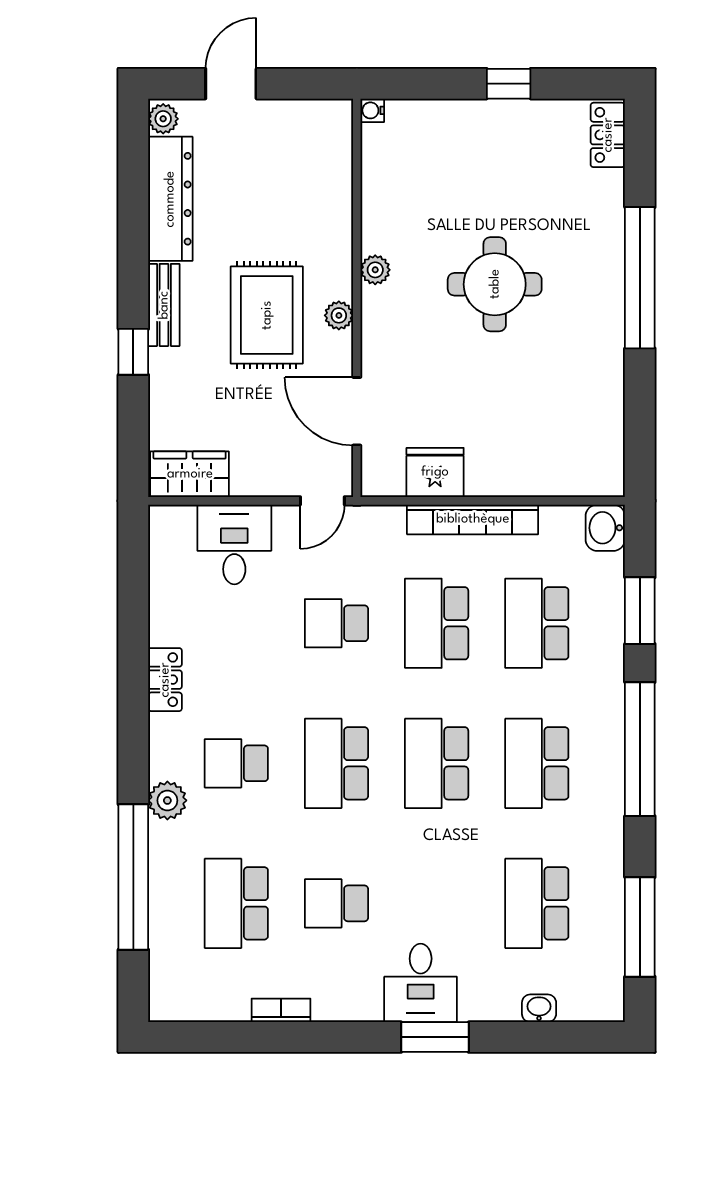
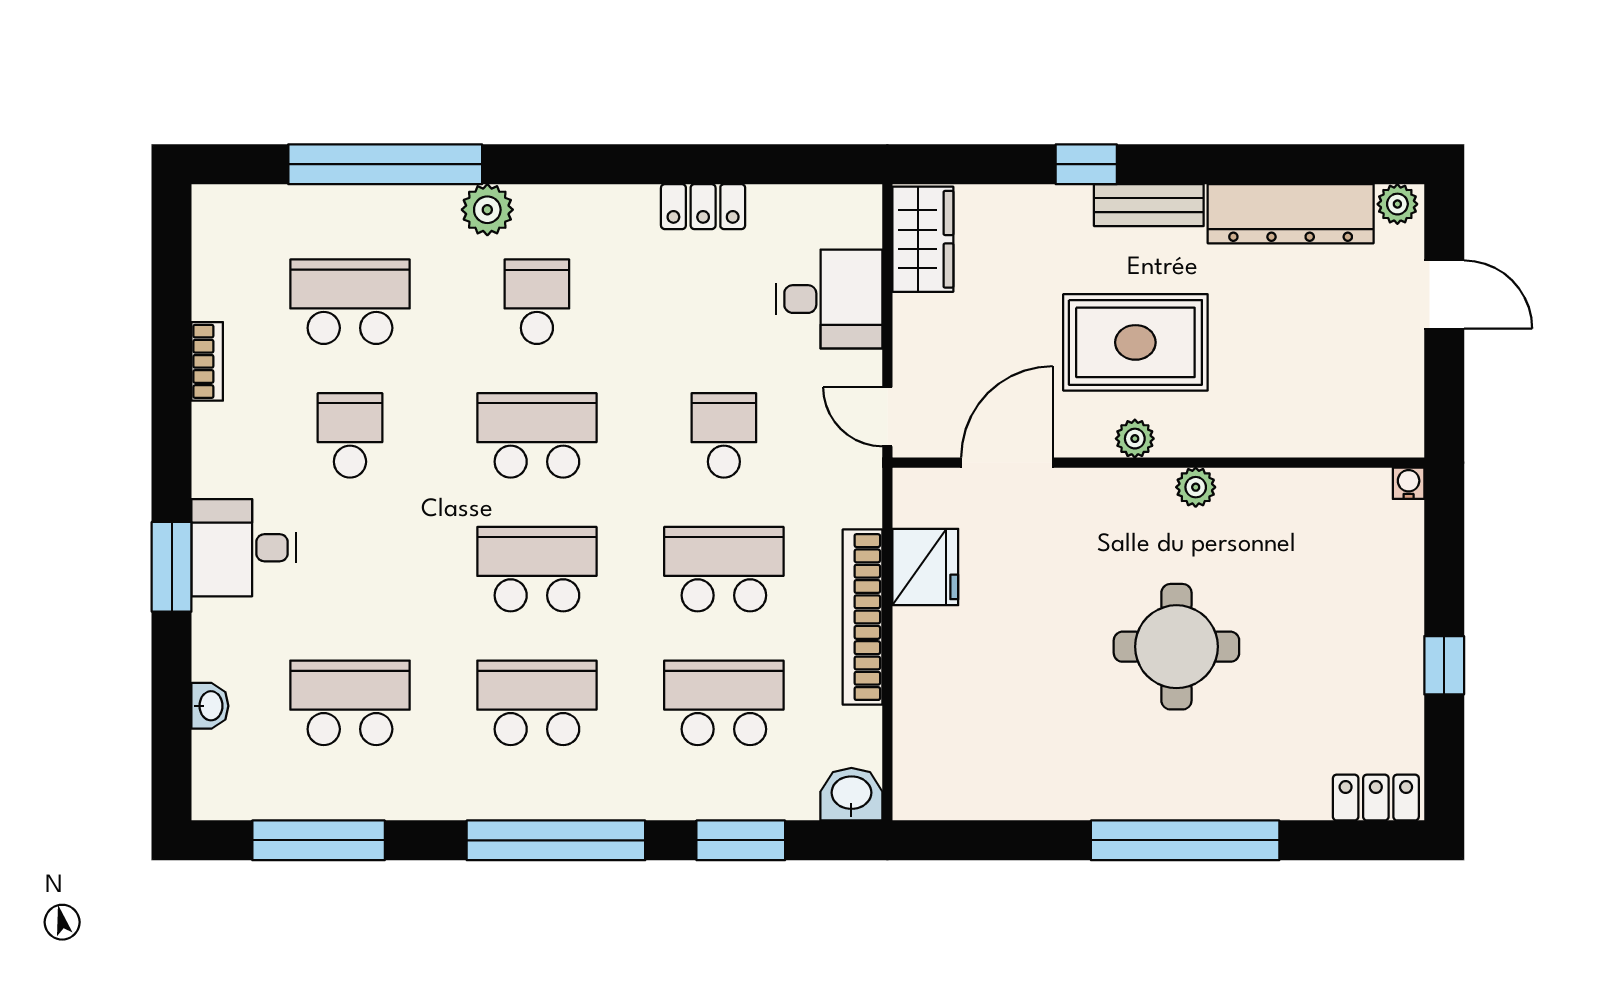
locker: (165, 680) -> (703, 207), moved

